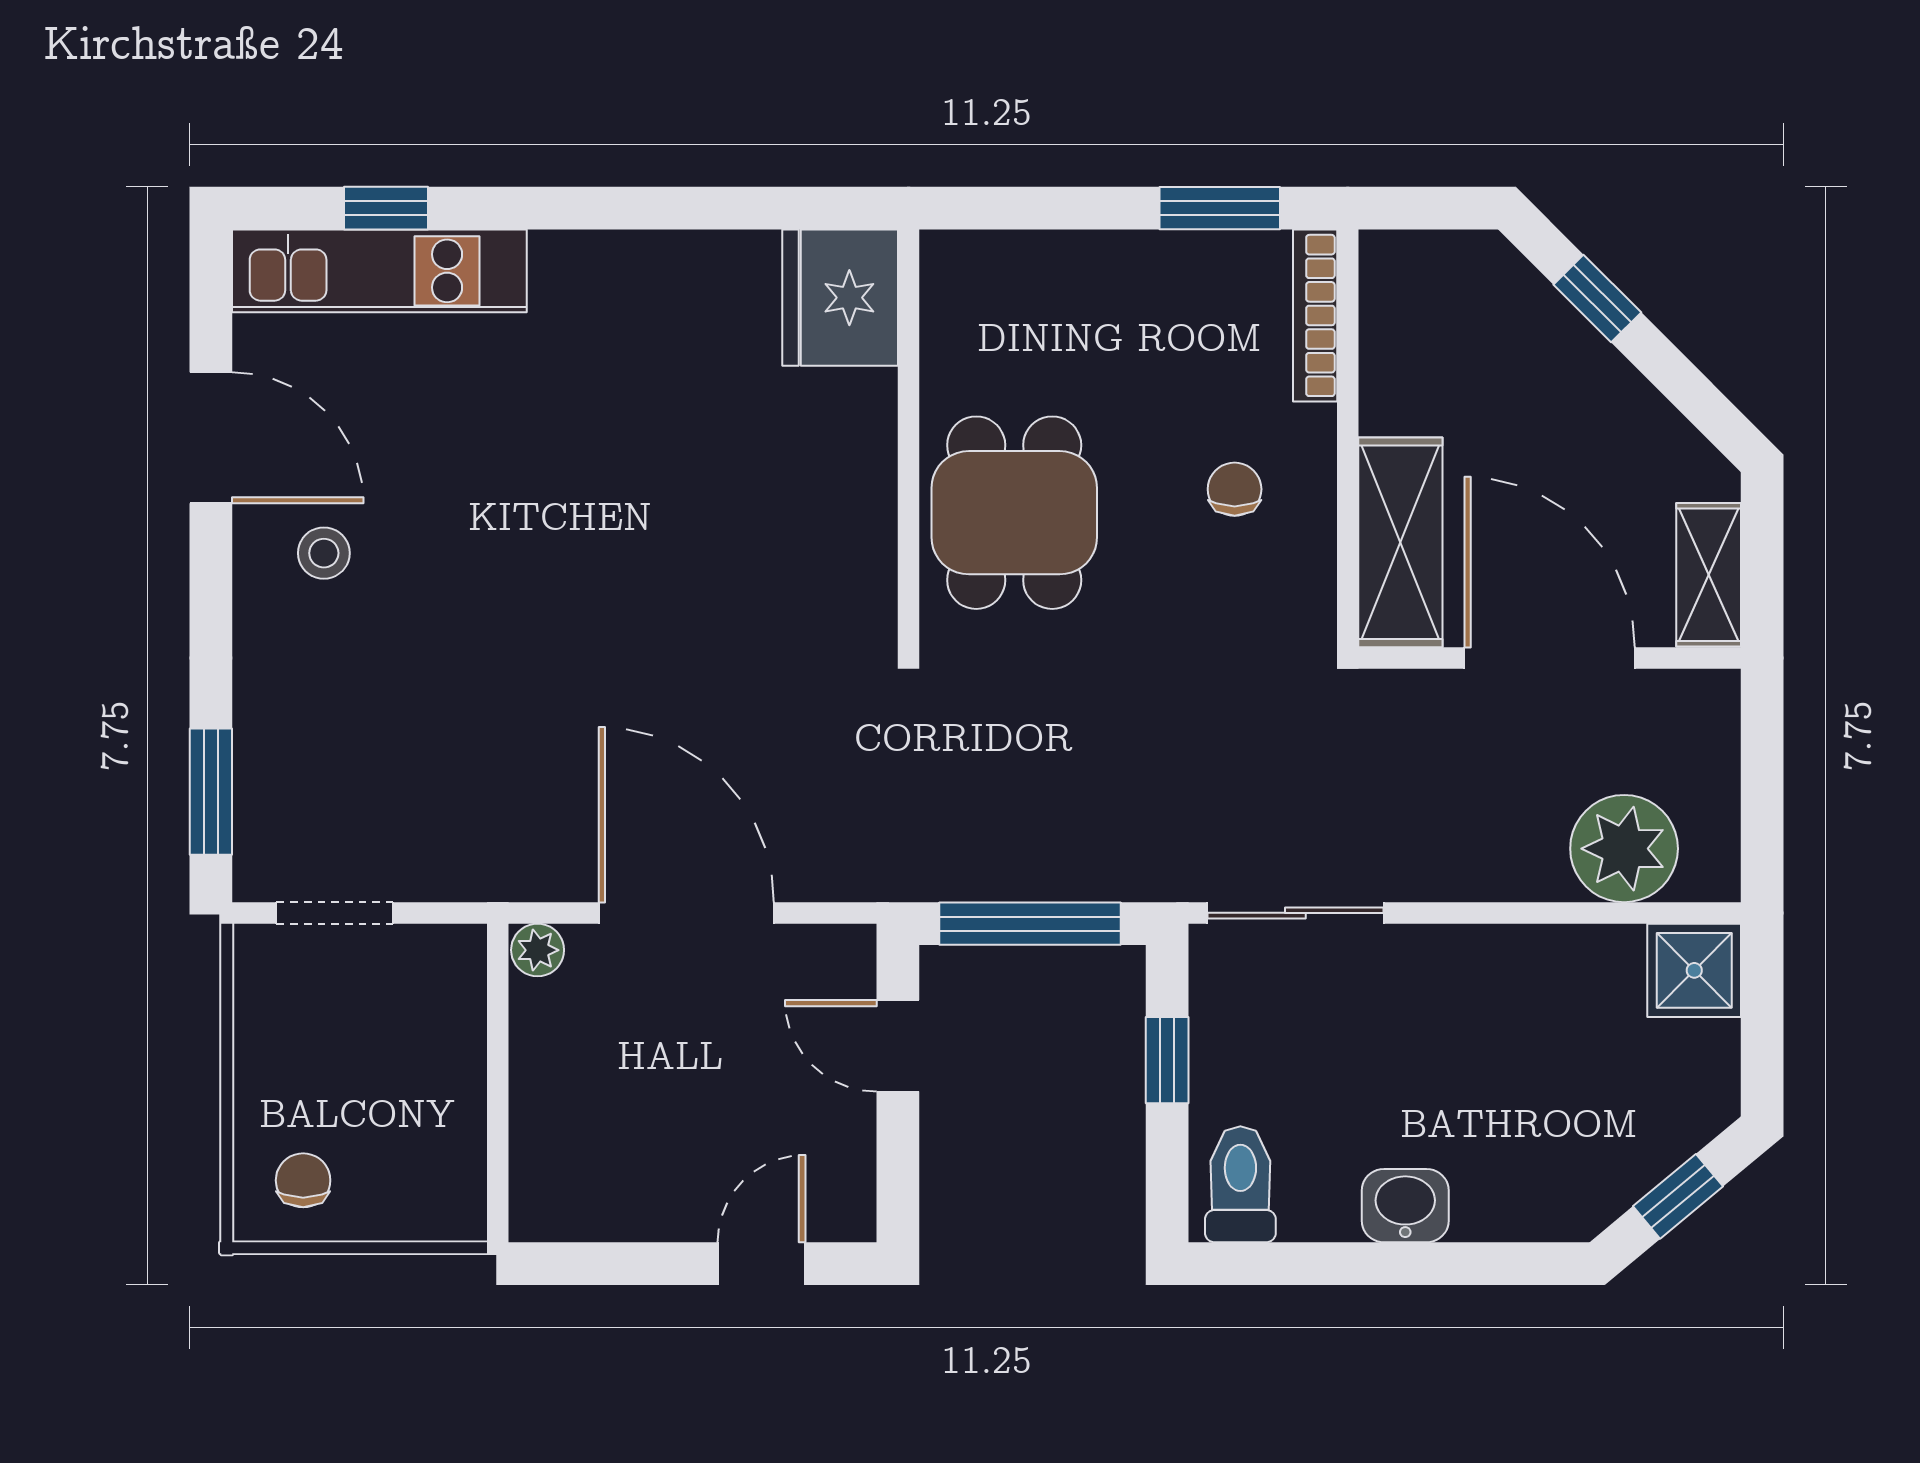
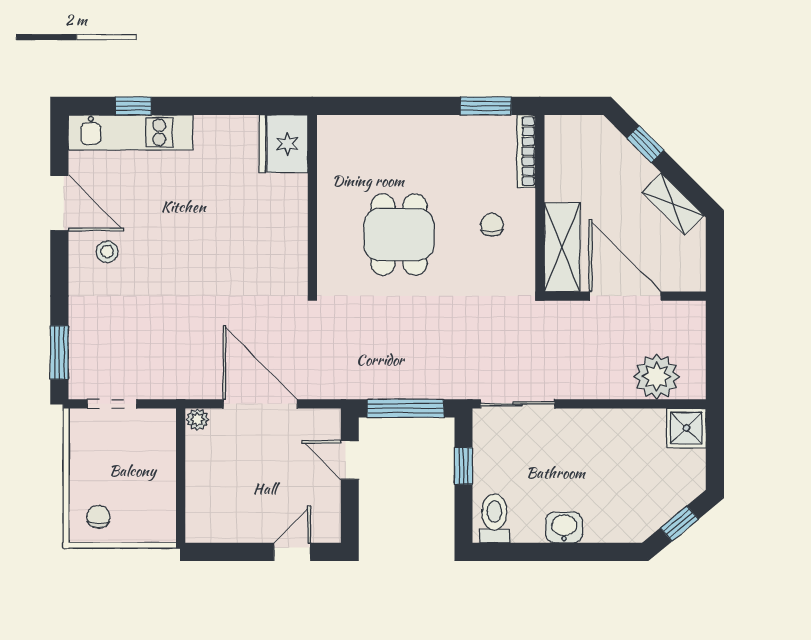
fridge: (840, 298) -> (283, 144), moved
wall: (909, 438) -> (312, 203), moved
shelving: (1709, 575) -> (673, 204), moved, turned -45

